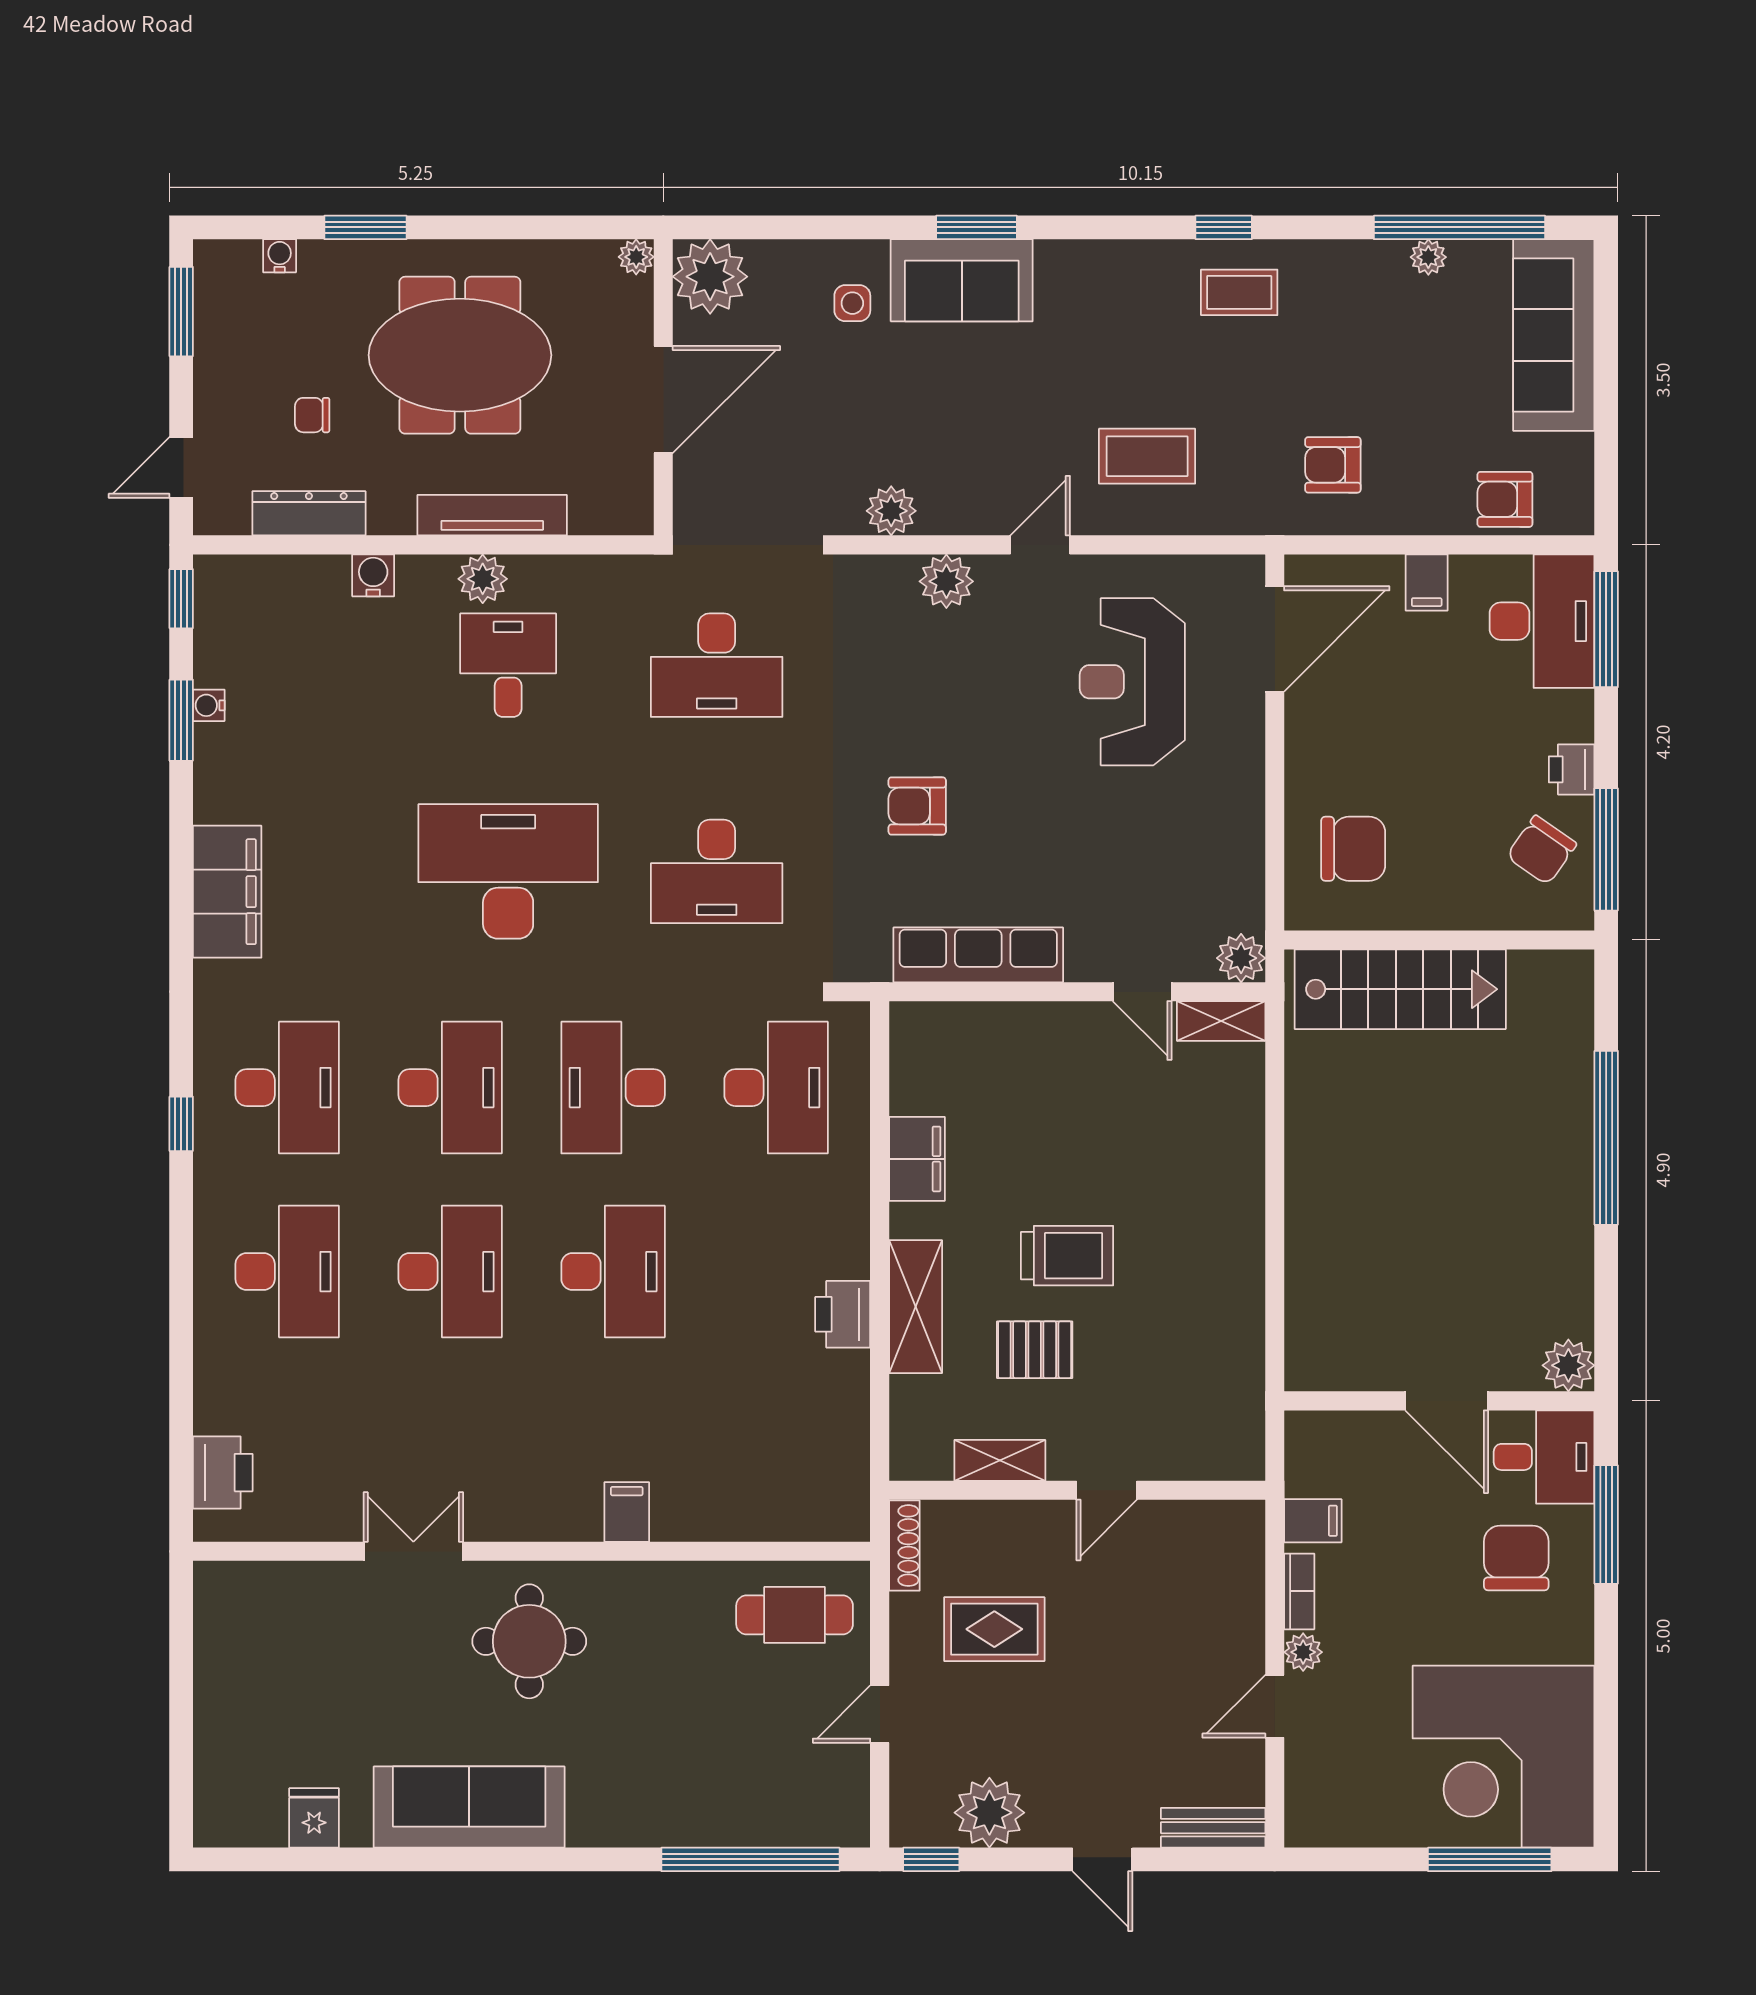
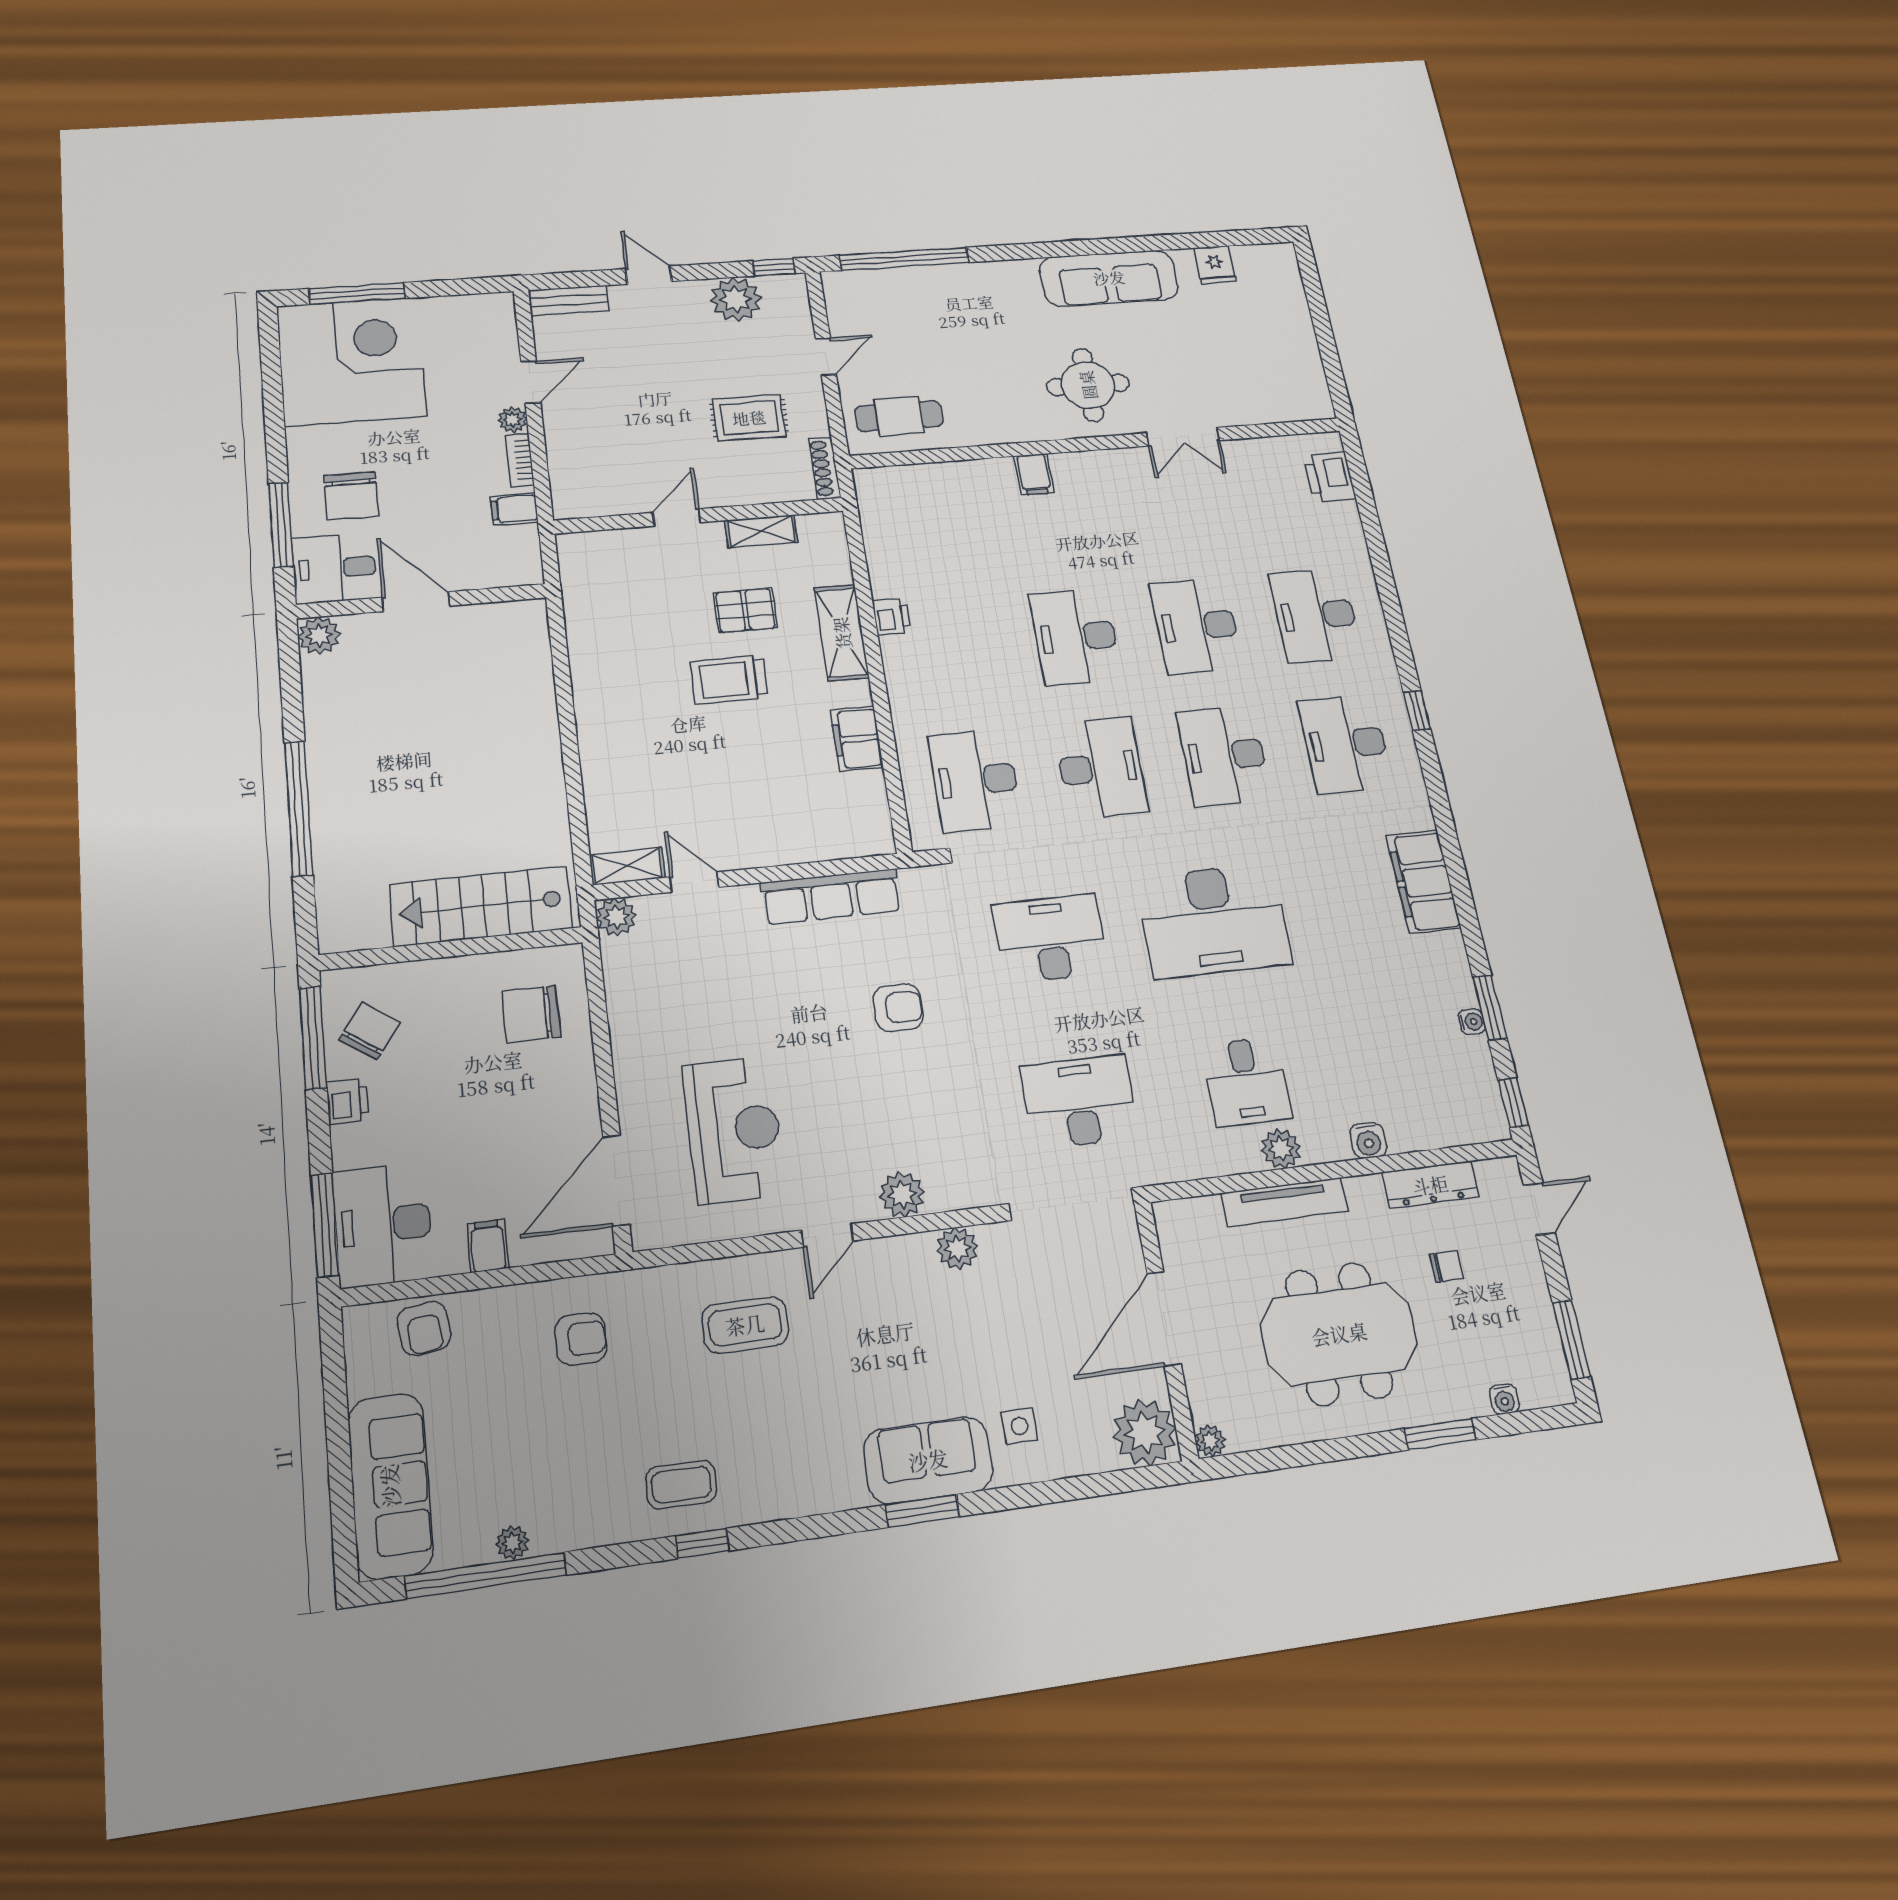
armchair: (1505, 499) -> (424, 1328), turned 83
printer: (843, 1314) -> (892, 616), width x0.73, depth x0.81

